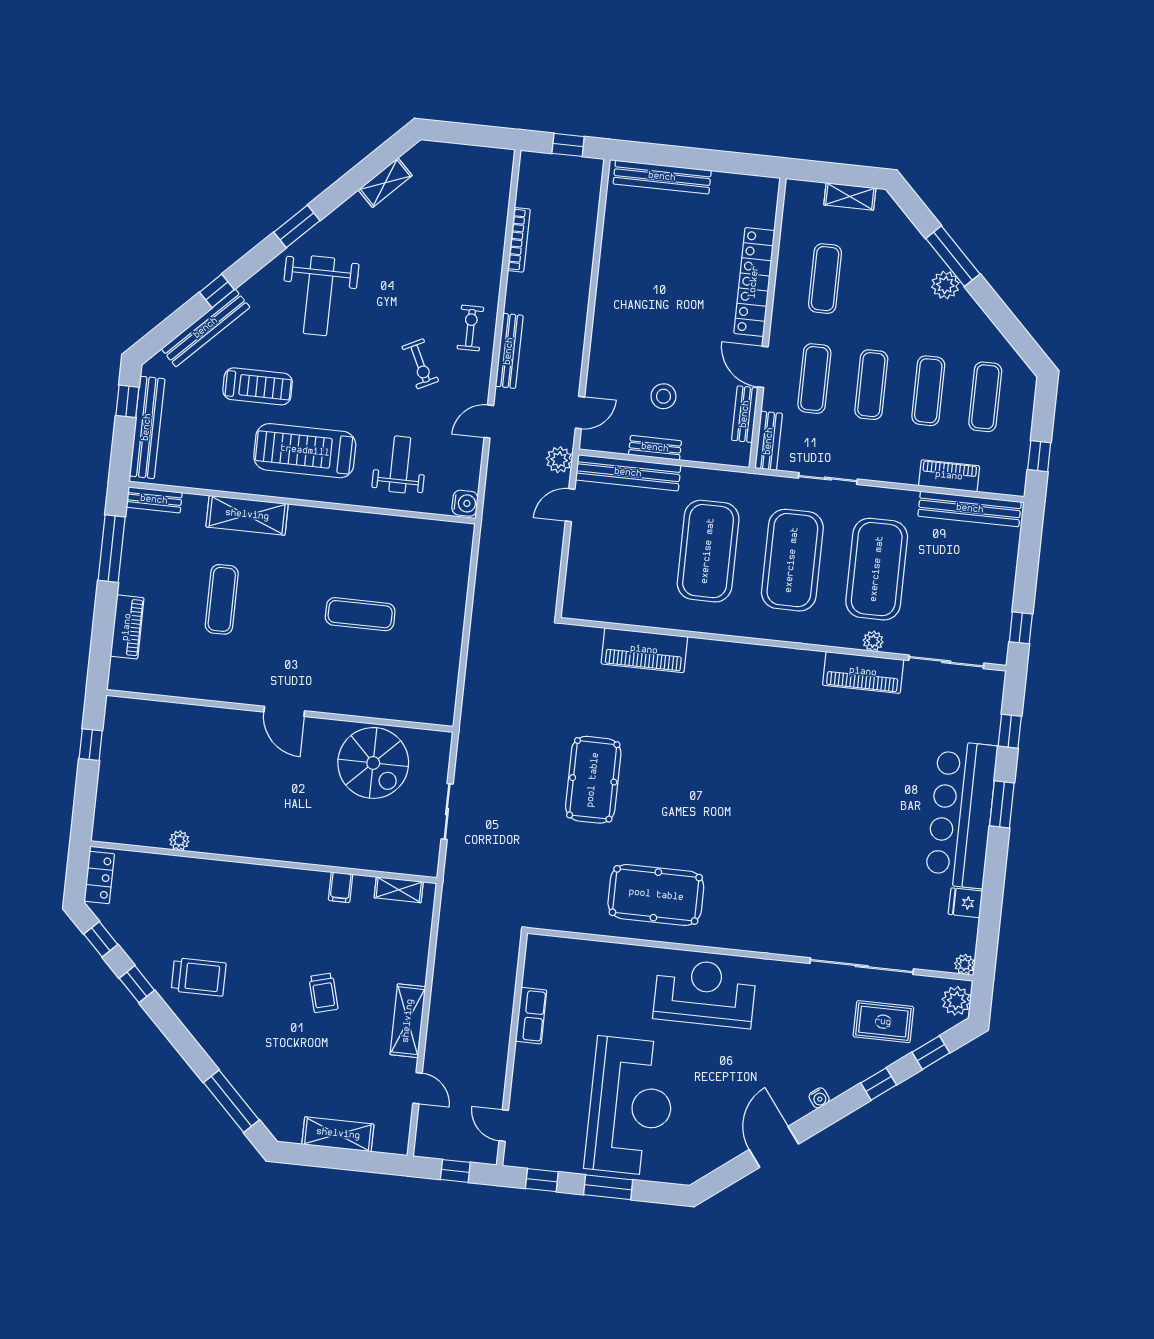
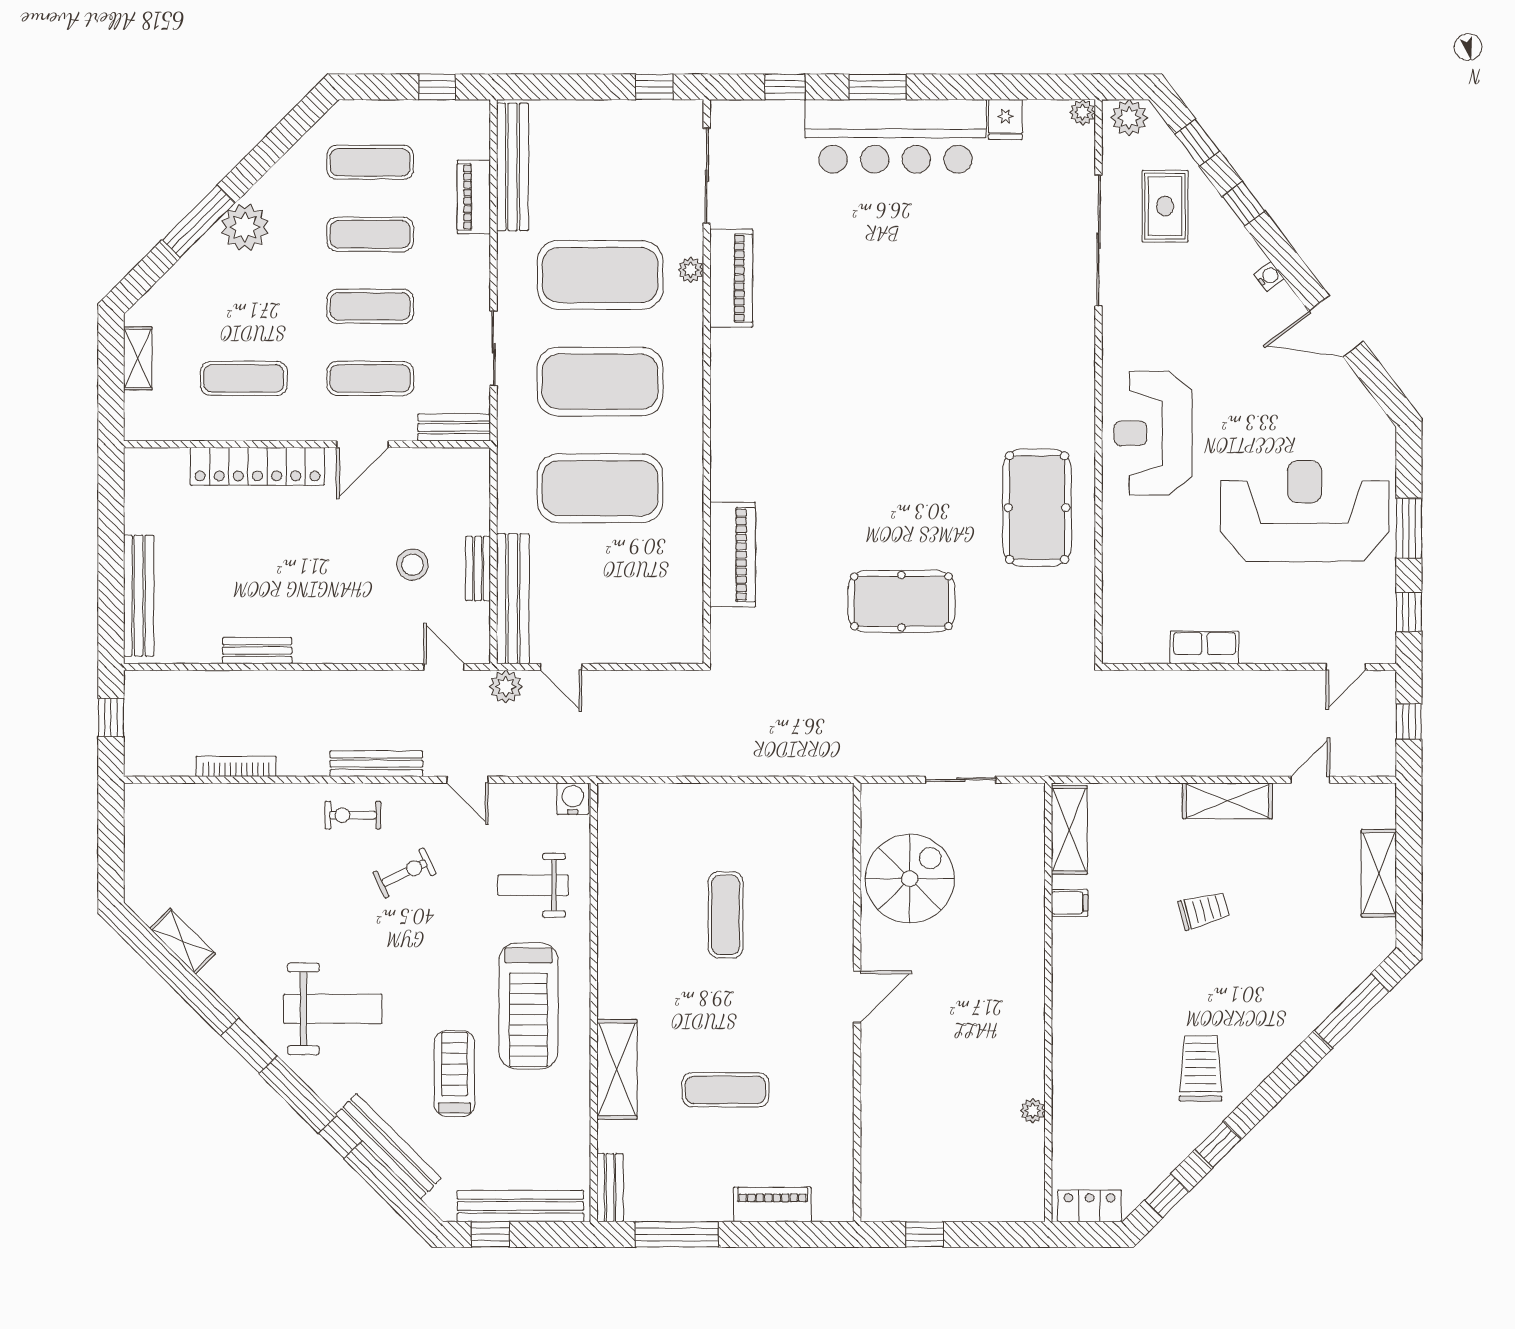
plant: (945, 285) -> (245, 227), width x1.36, depth x1.36
bench: (745, 414) -> (257, 651), moved
shelving: (399, 890) -> (1069, 830), width x1.50, depth x1.33

